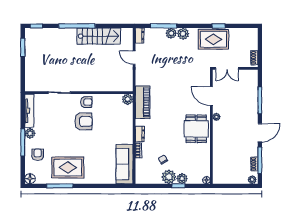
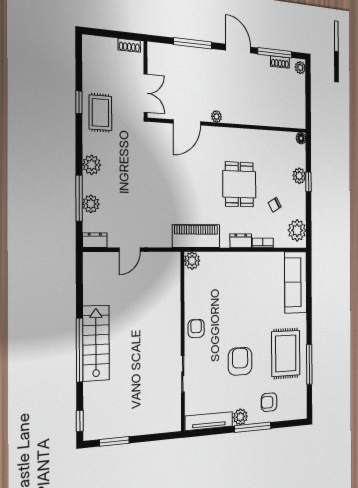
plant: (171, 33) -> (91, 204), moved
stairs: (99, 36) -> (96, 343), moved
rug: (213, 39) -> (100, 113), width x0.73, depth x0.70
armchair: (83, 121) -> (240, 361), moved
dining table: (196, 129) -> (239, 184), moved, turned 90
sofa: (125, 164) -> (296, 282), moved, turned 90
plant: (169, 177) -> (297, 230), moved
floor lamp: (30, 179) -> (300, 411), removed

